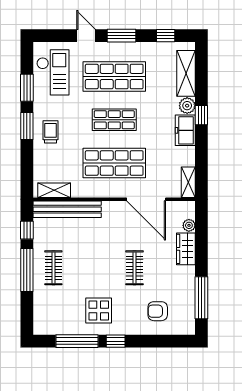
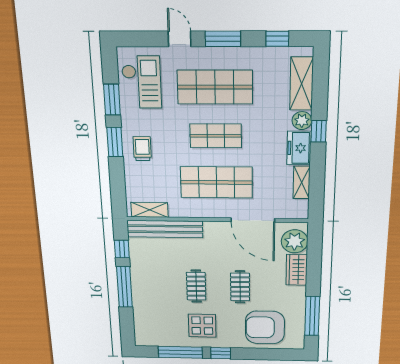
shelving: (188, 182) -> (302, 182), moved
plant: (189, 225) -> (295, 241), width x1.87, depth x1.87
clothes rail: (53, 268) -> (196, 286), moved
armchair: (158, 311) -> (265, 327), width x1.88, depth x1.88

